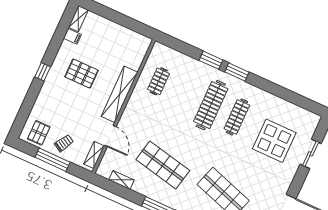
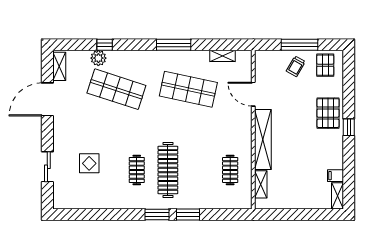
pallet: (82, 74) -> (328, 113), moved, turned 90
clothes rail: (237, 117) -> (137, 170), width x0.73
display table: (274, 141) -> (89, 163), width x0.54, depth x0.54
shelving: (94, 155) -> (261, 184), moved

